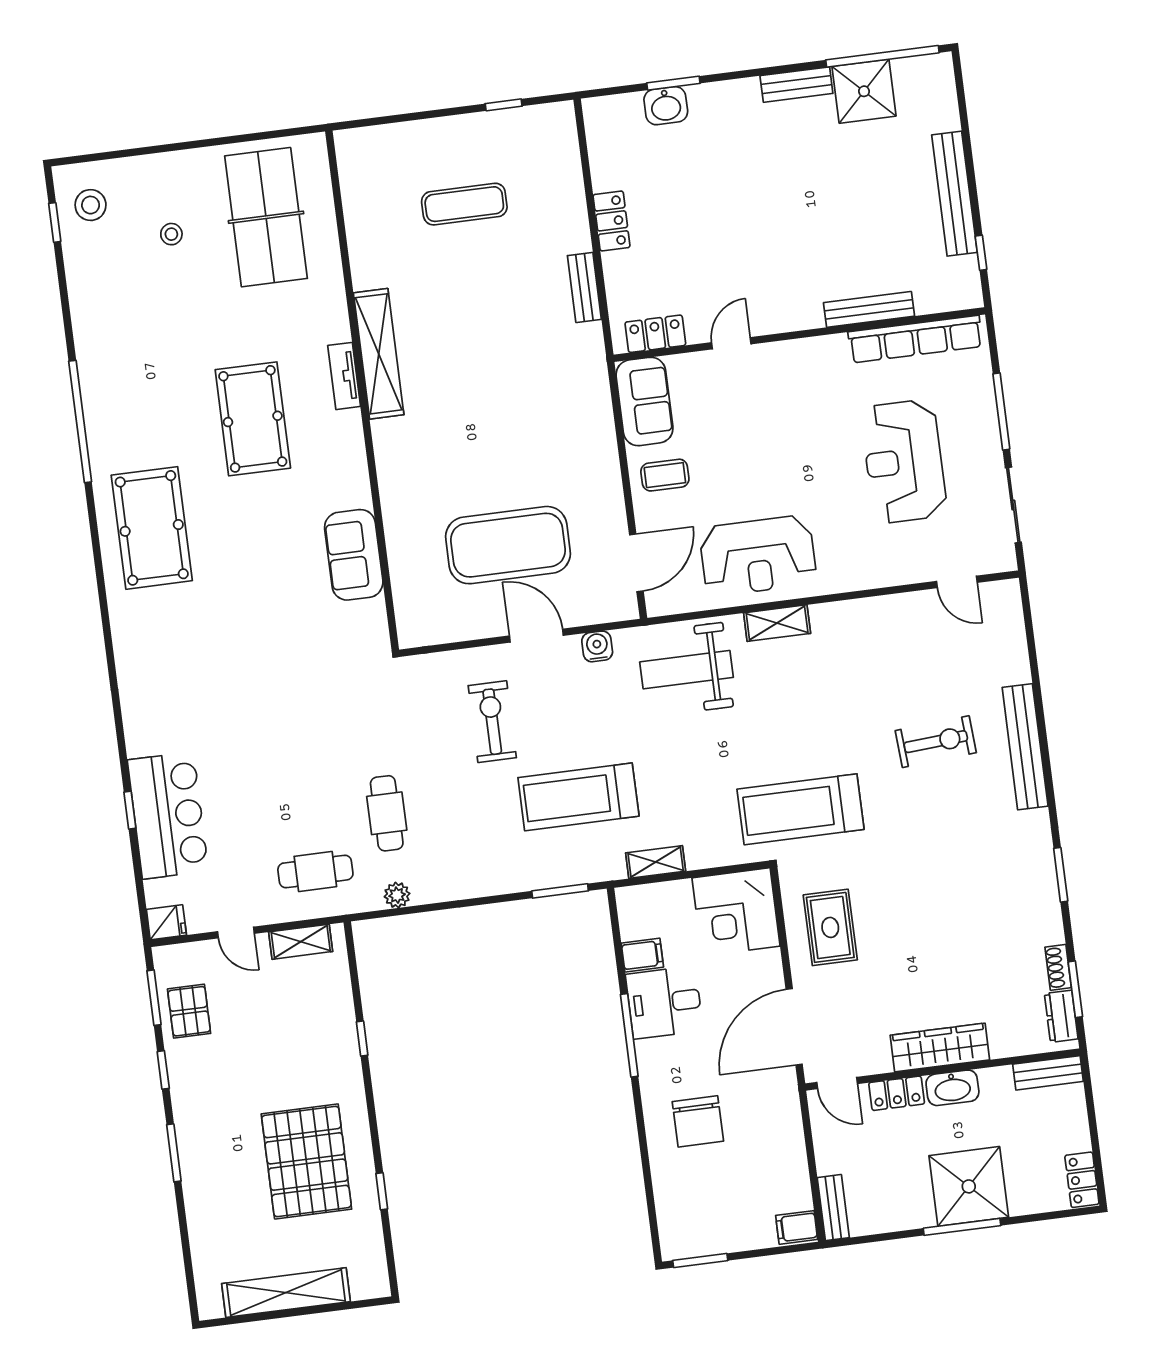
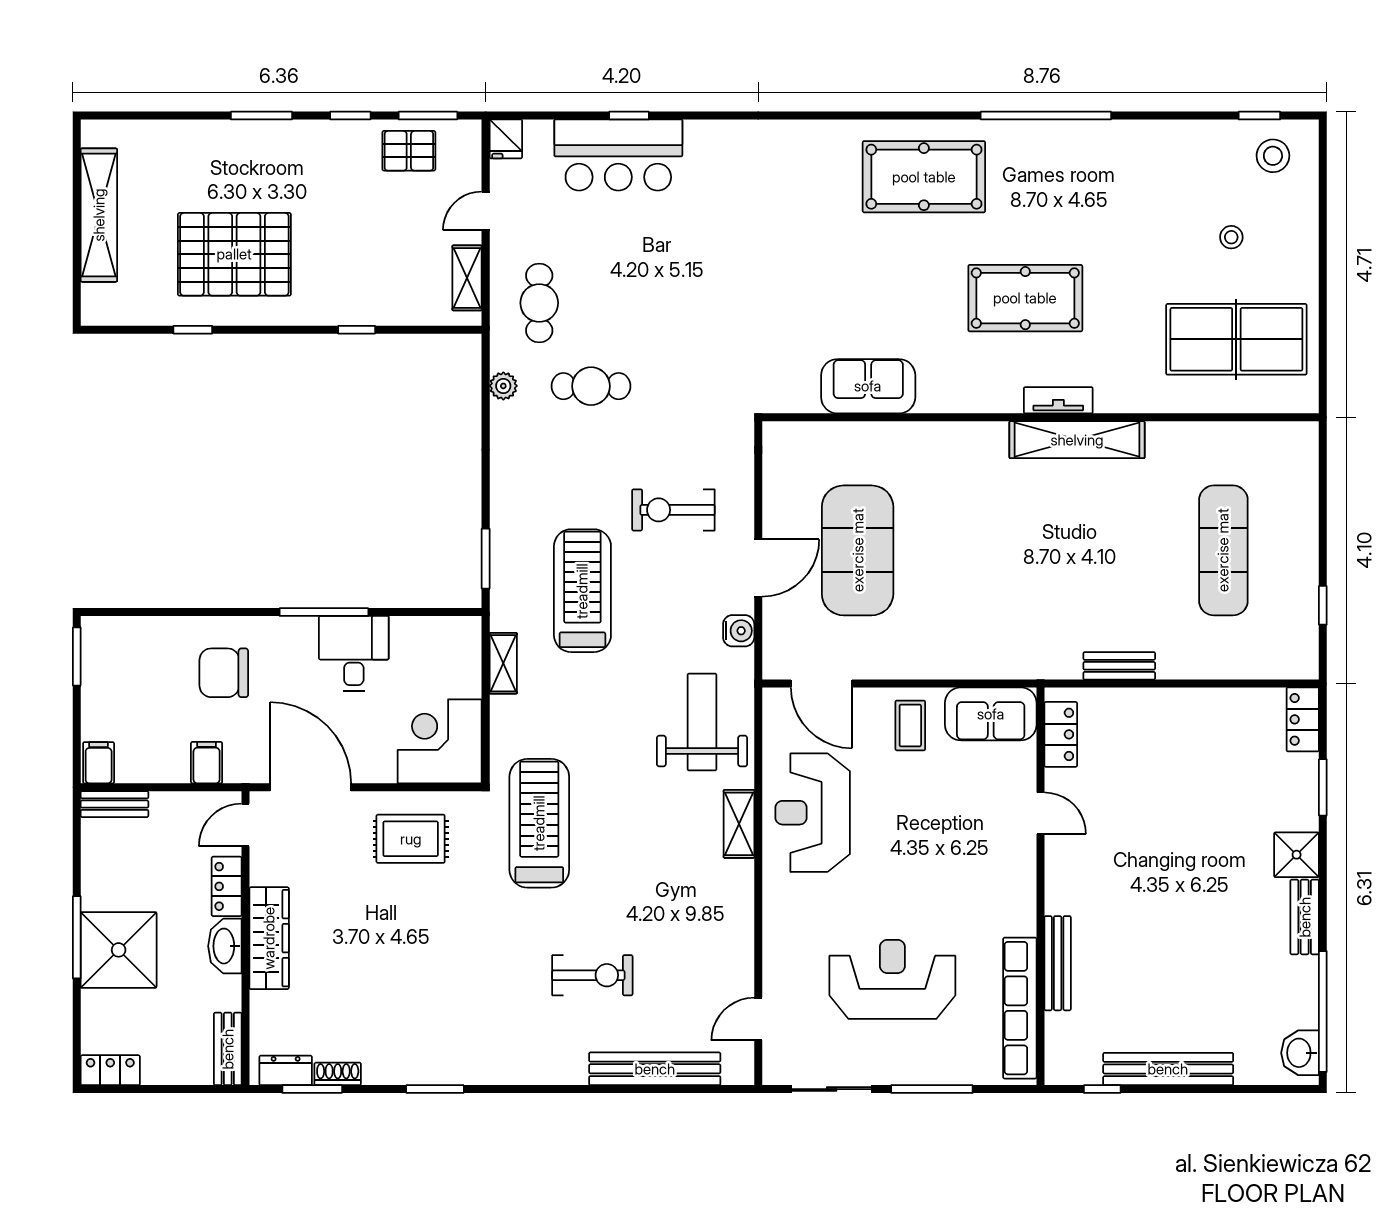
shower: (864, 91) -> (1297, 855), moved, width x0.73, depth x0.73
washbasin: (666, 106) -> (1300, 1053), moved
exercise mat: (464, 204) -> (1223, 550), width x1.36, depth x1.45
locker: (612, 221) -> (1303, 719), moved, turned 90
exercise bike: (492, 722) -> (673, 510), turned 180
exercise bike: (936, 742) -> (592, 975), turned -86
bench: (1025, 747) -> (655, 1069), moved
filing cabinet: (642, 955) -> (207, 763), moved, turned 180

